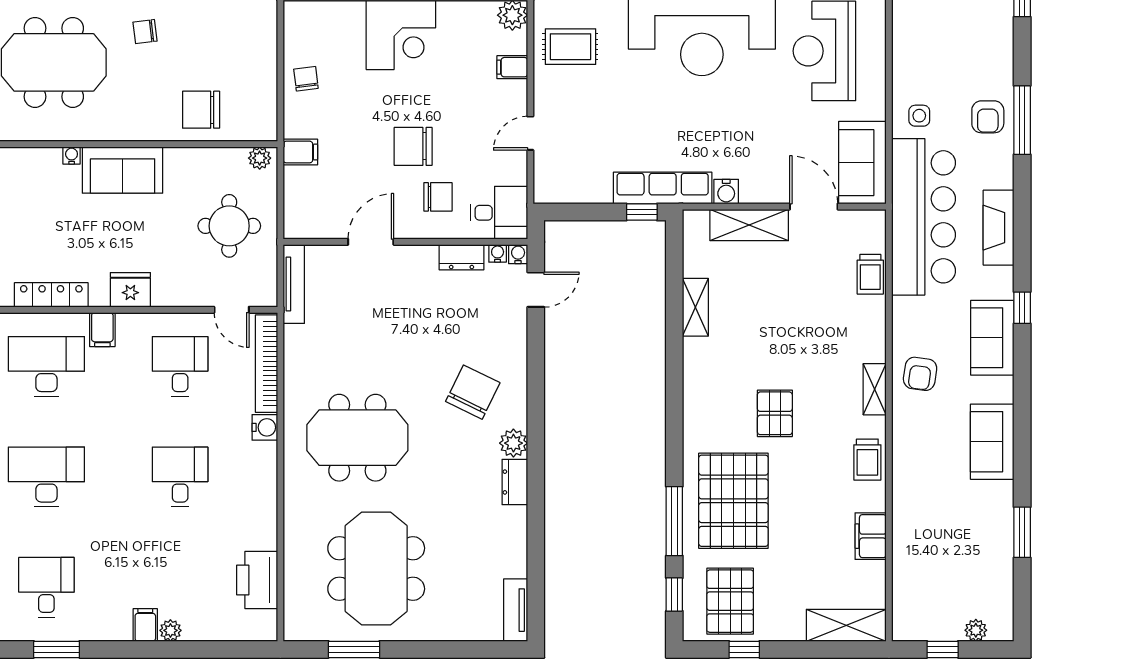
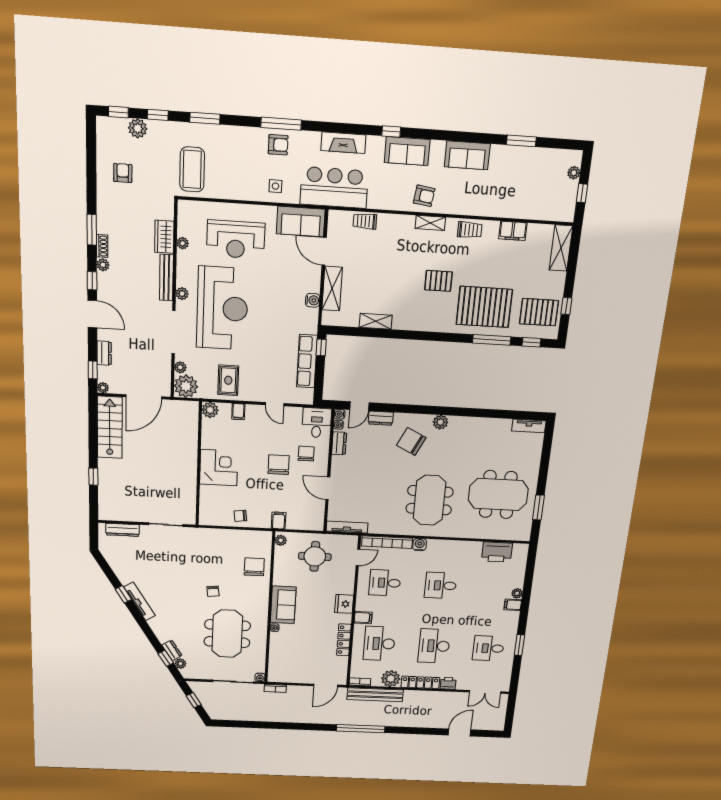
chair: (201, 110) -> (254, 567), turned 180
chair: (413, 146) -> (279, 465), turned 180
row of seats: (663, 188) -> (307, 361), moved
door: (814, 207) -> (324, 251), hinge flipped
bar counter: (924, 217) -> (334, 188), width x0.73
trolley: (870, 274) -> (365, 221), turned 180
door: (536, 290) -> (359, 406), swing flipped
dresser: (515, 482) -> (381, 418), moved

